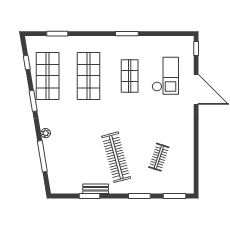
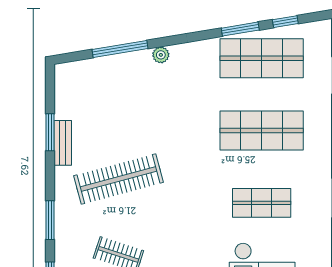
window: (33, 101) -> (240, 29), moved

